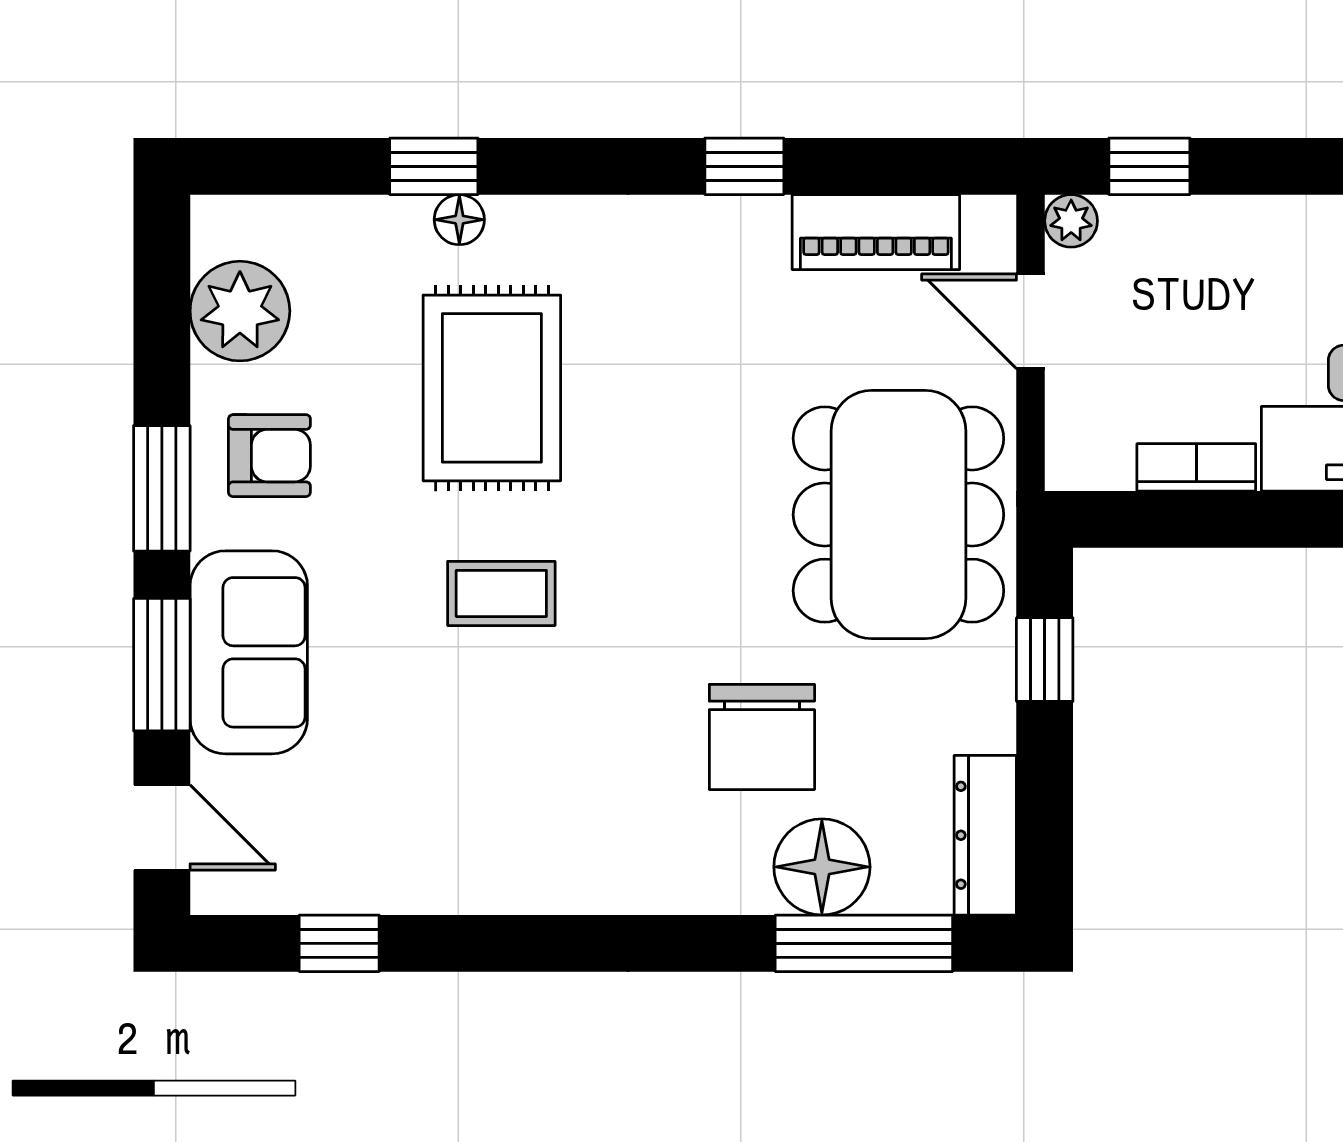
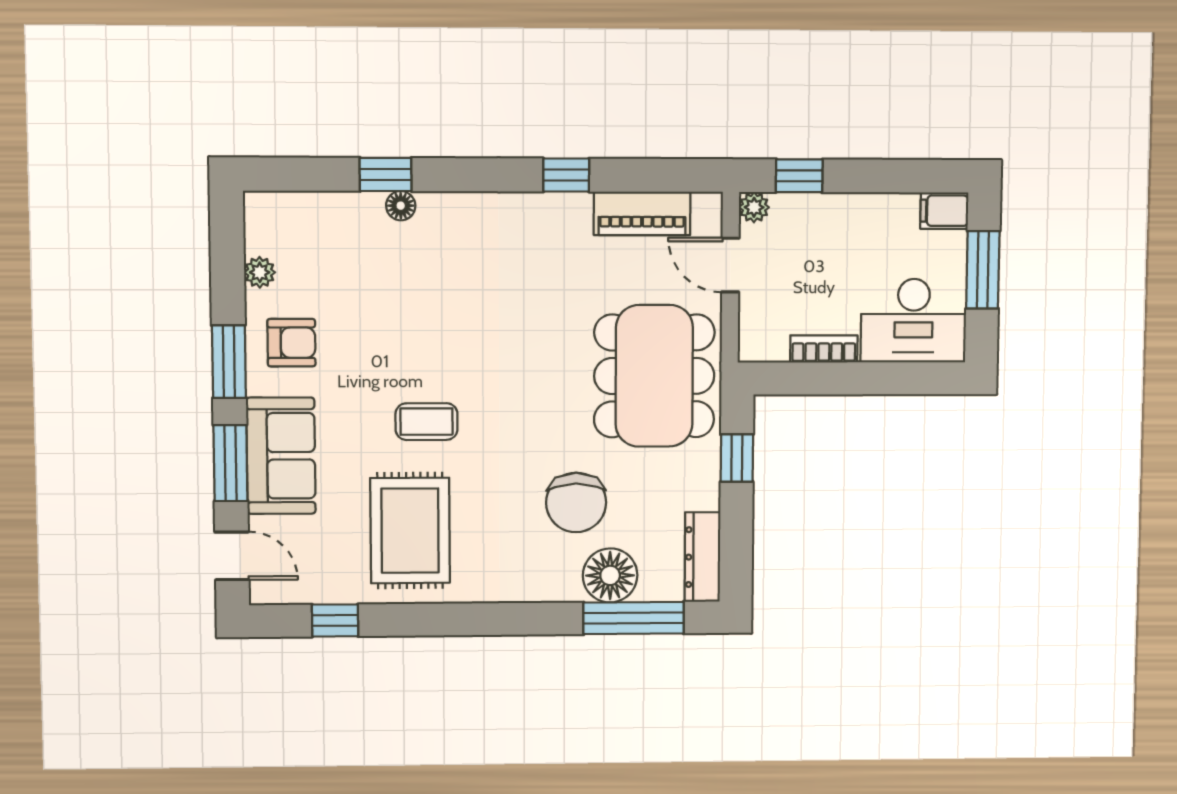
plant: (240, 311) -> (260, 272), width x0.53, depth x0.53
rug: (492, 388) -> (410, 531), moved

